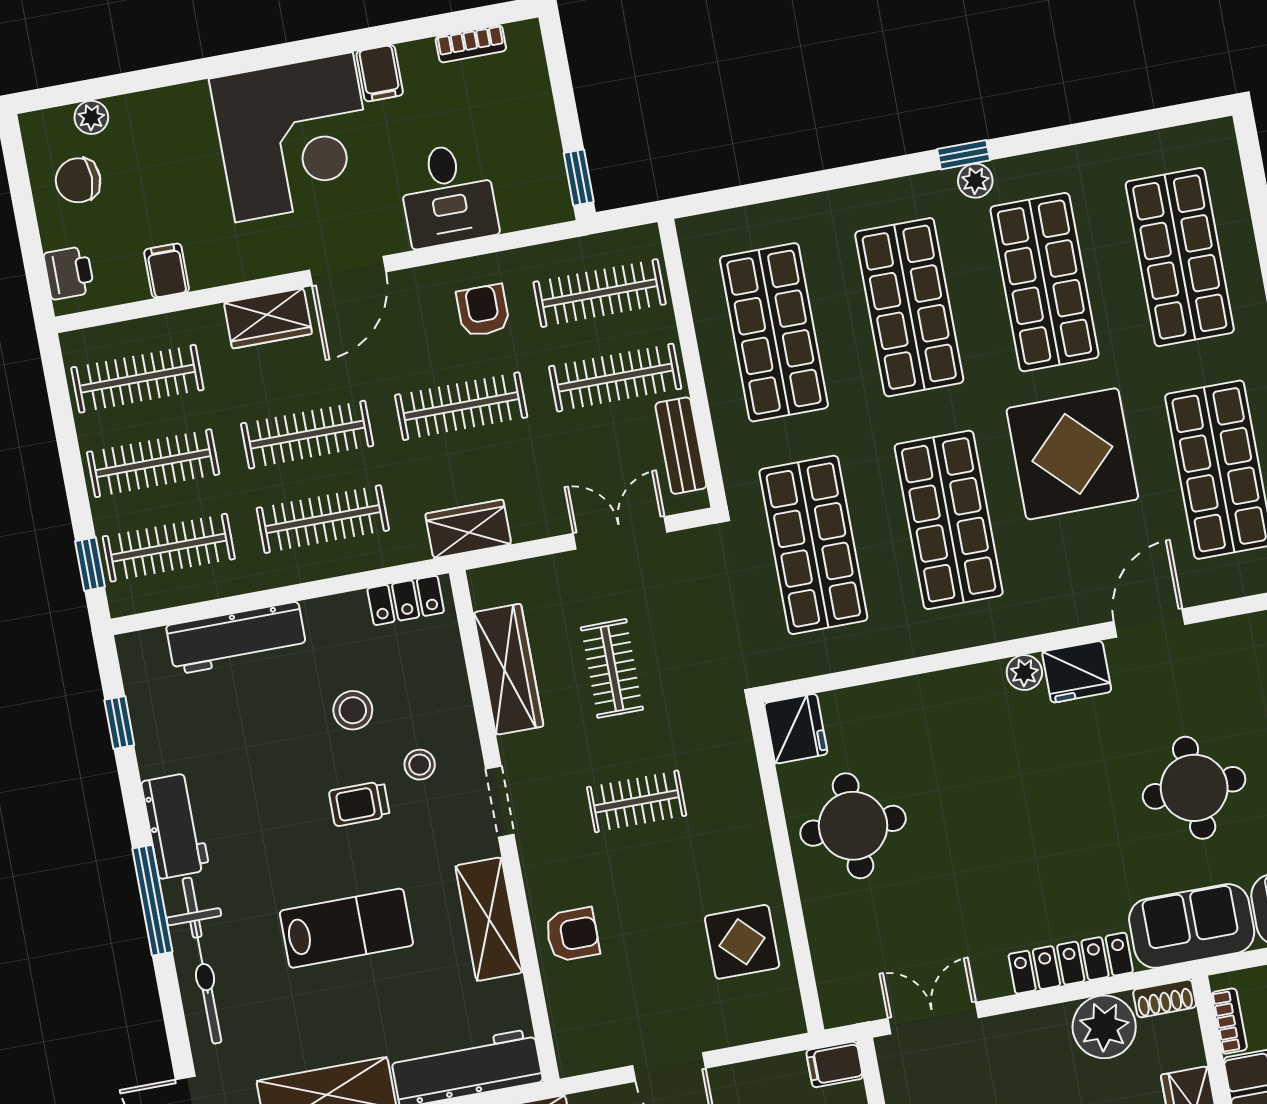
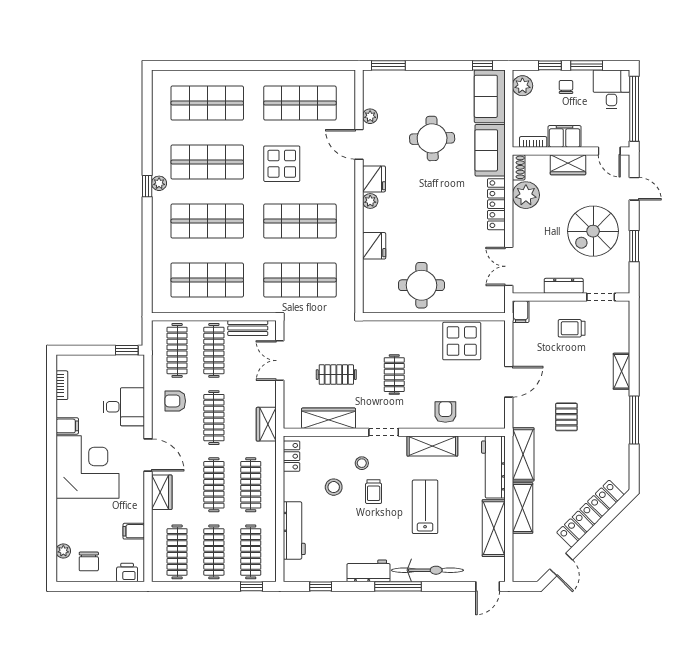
display table: (1072, 454) -> (282, 164), width x0.73, depth x0.73
plant: (1219, 636) -> (370, 116), added
fridge: (796, 729) -> (374, 246), moved, turned 90
display table: (742, 942) -> (462, 341), width x1.36, depth x1.36

